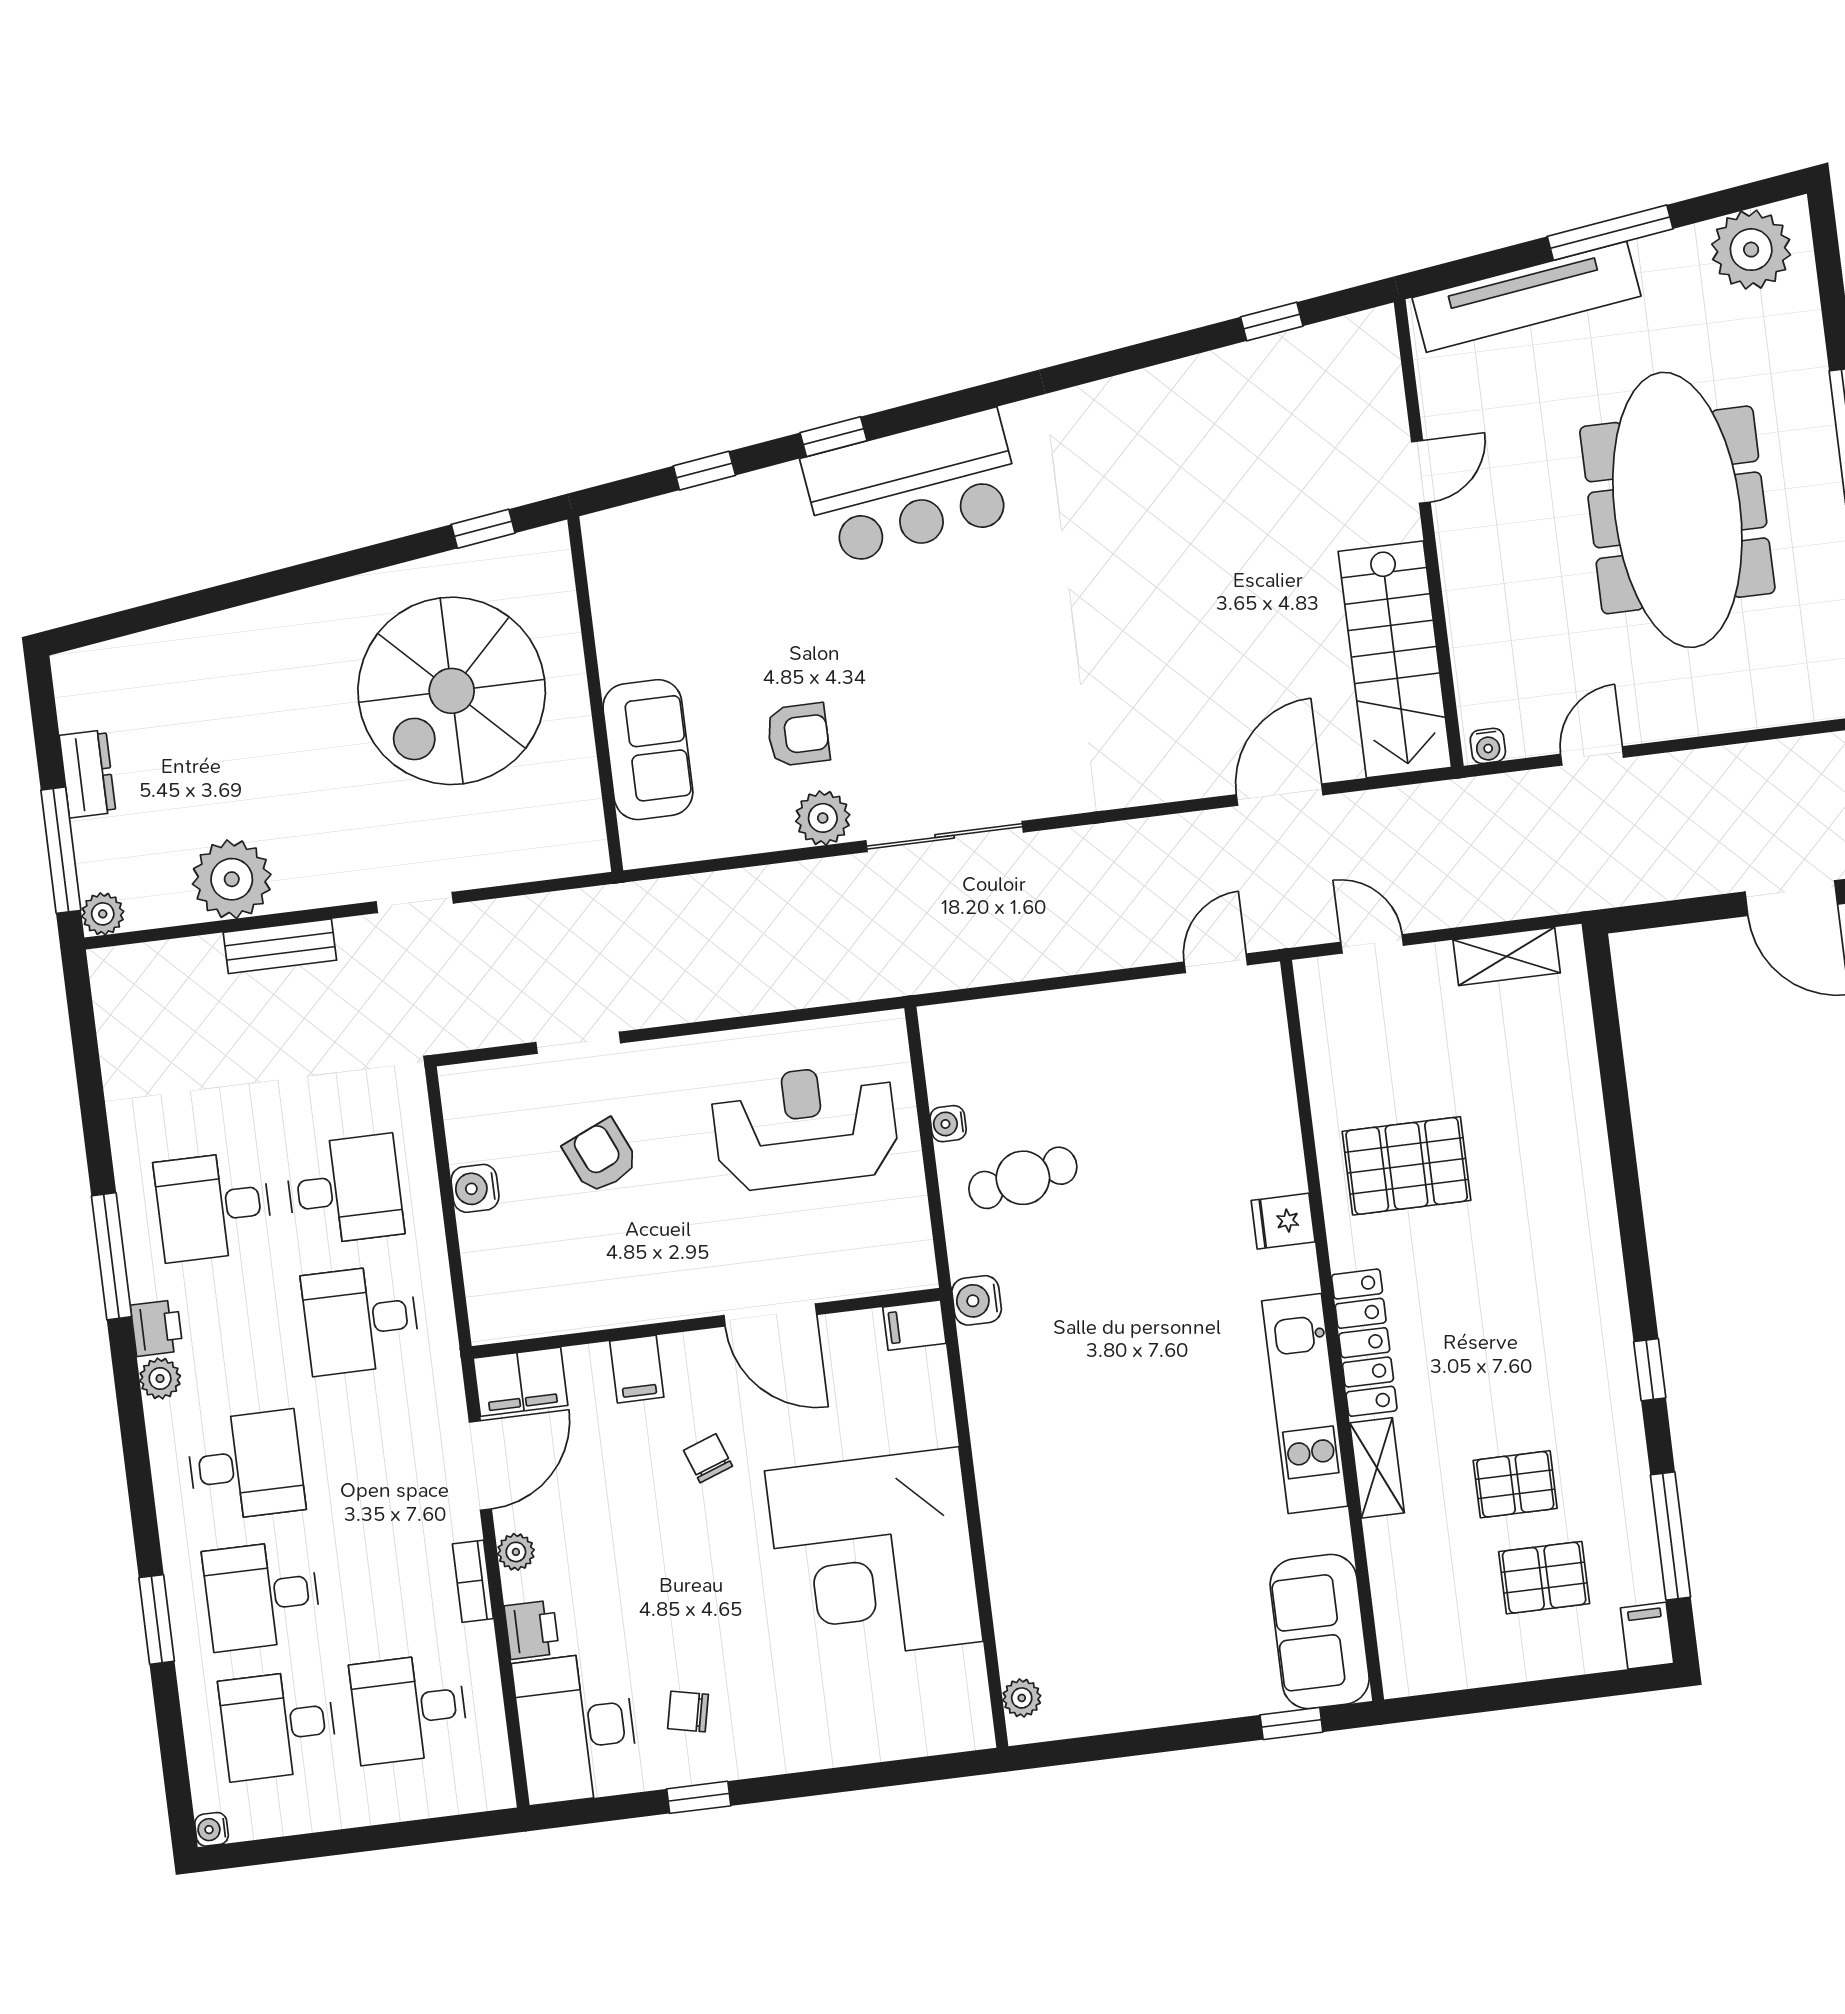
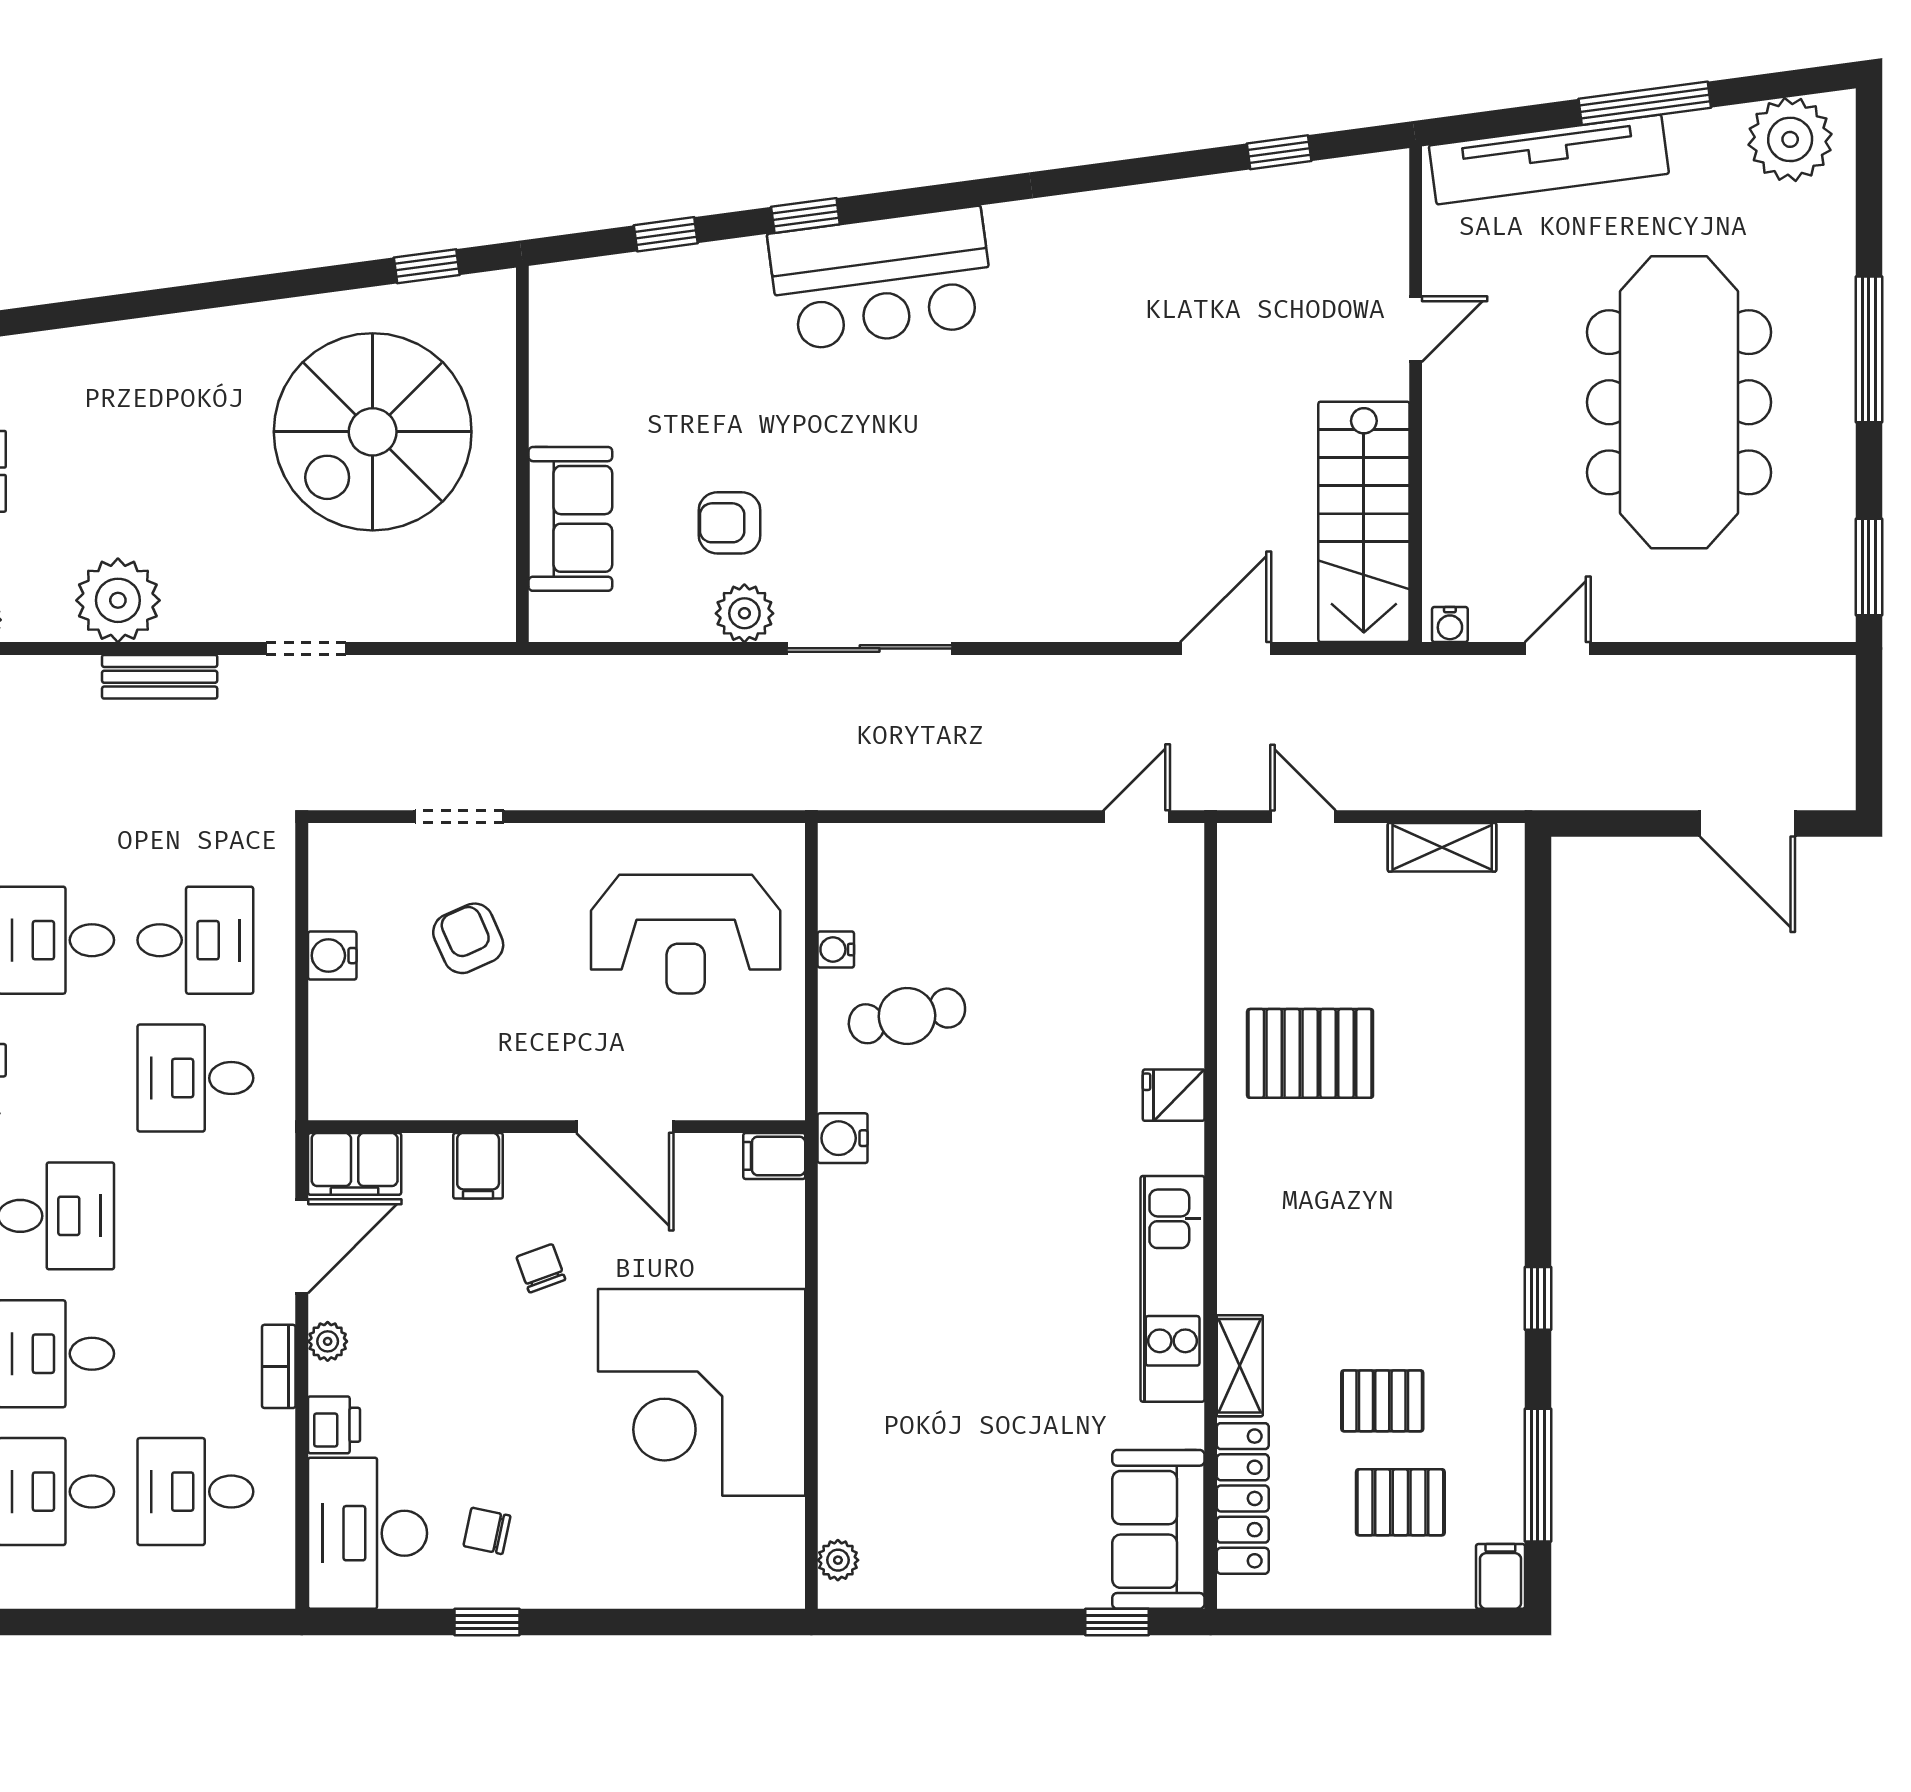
armchair: (798, 735) -> (730, 523), turned 180
reception desk: (805, 1127) -> (686, 934), turned 180
locker: (1364, 1343) -> (1243, 1498), moved

